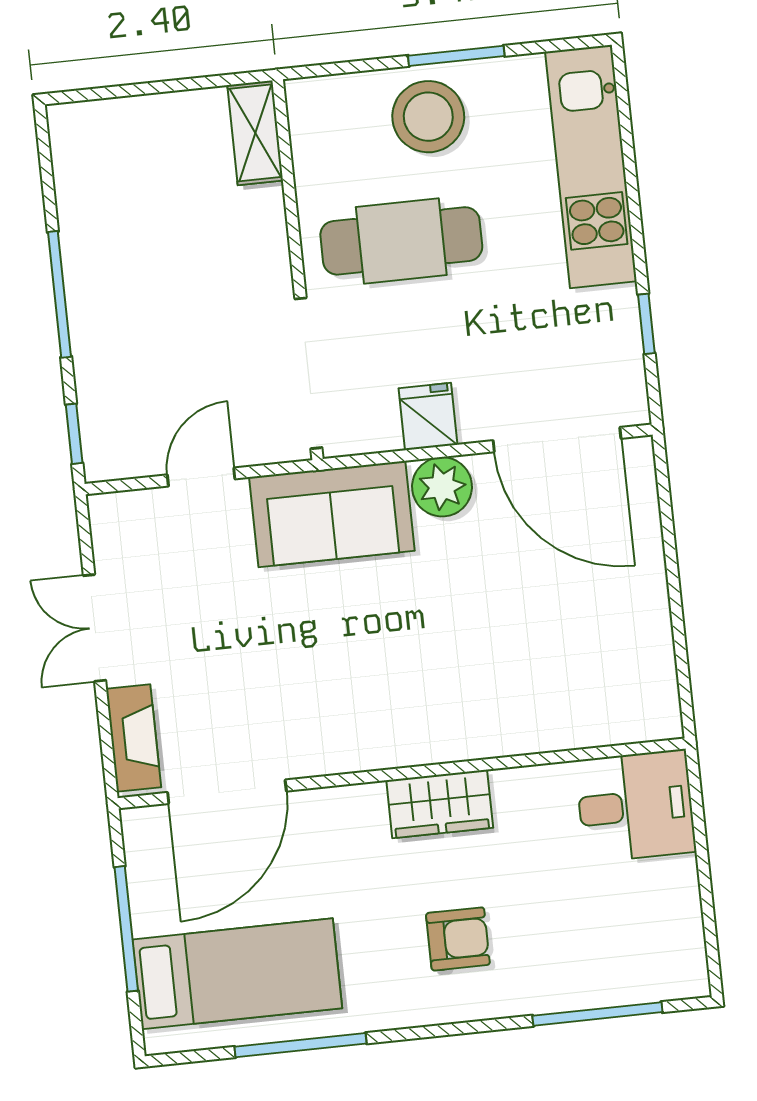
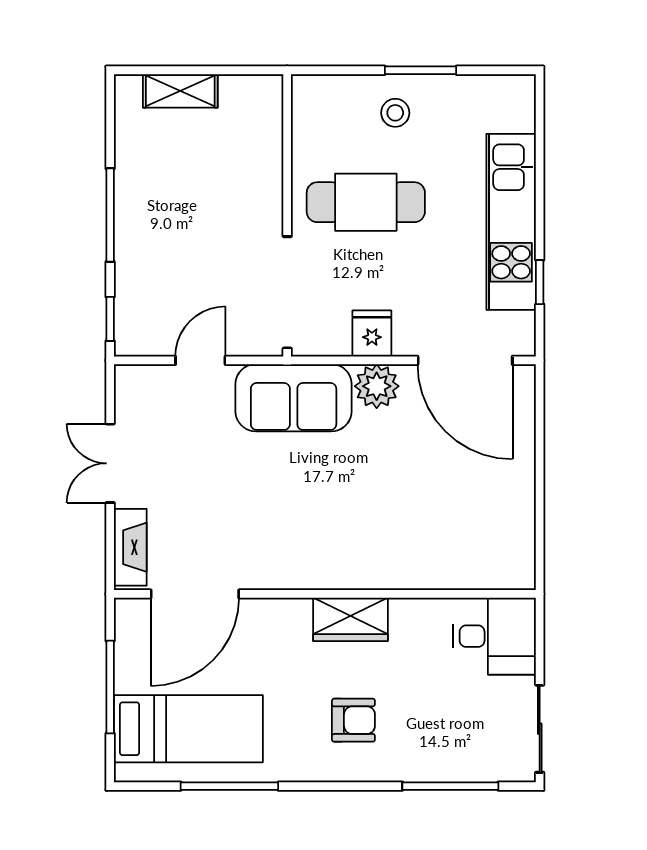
stool: (428, 117) -> (395, 113), width x0.53, depth x0.53
shelving: (255, 133) -> (180, 91), moved, turned 90
kitchen unit: (591, 166) -> (511, 222), moved
sliding door: (709, 924) -> (540, 729), added

